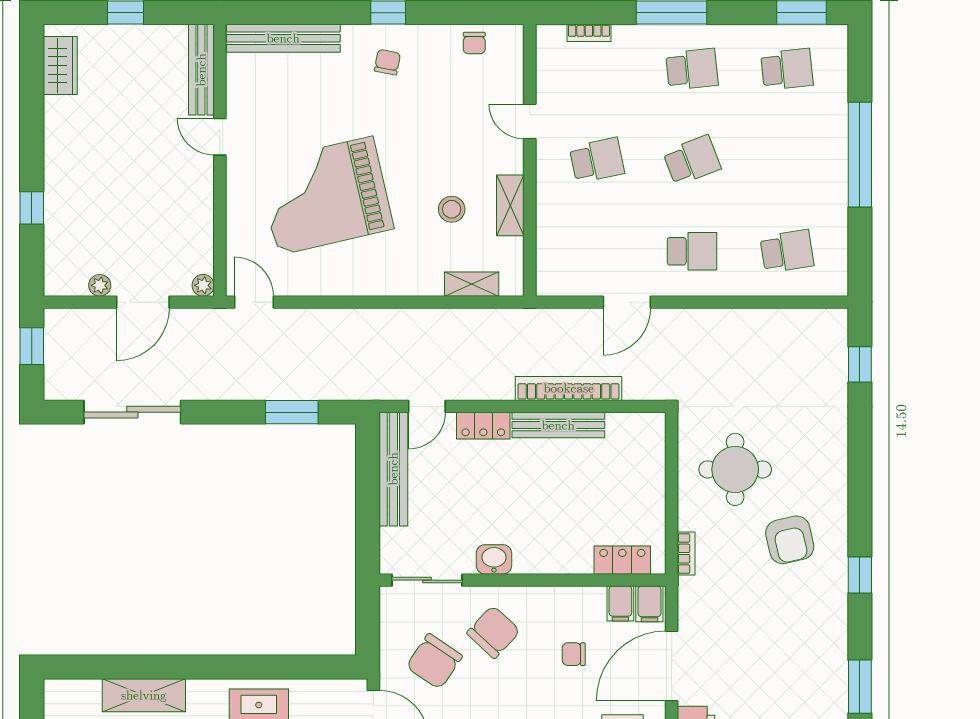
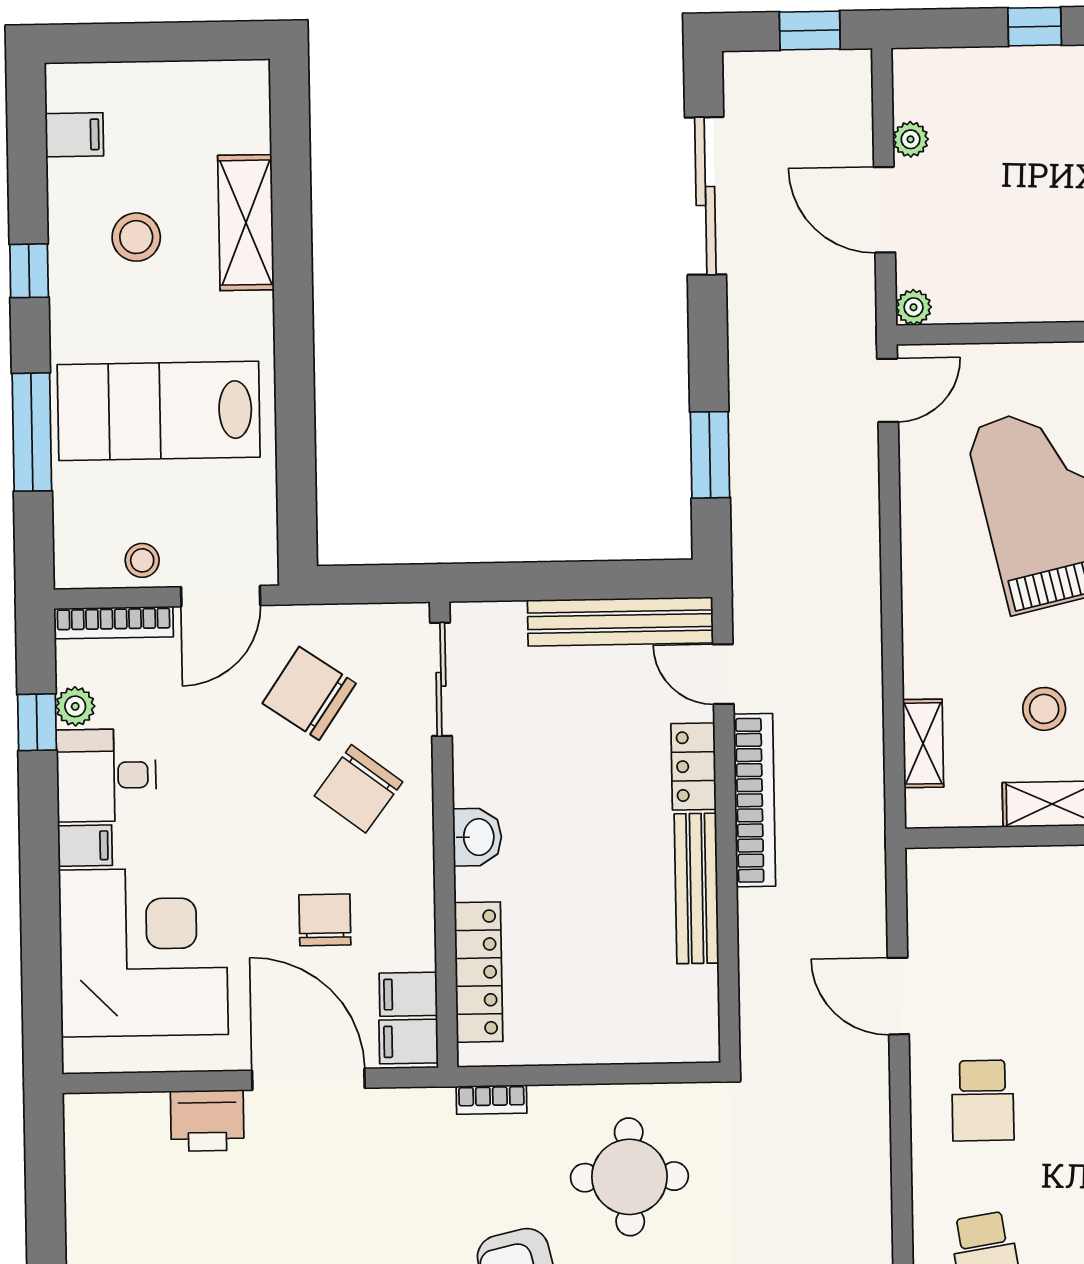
bookcase: (569, 388) -> (754, 800), moved
washbasin: (494, 559) -> (477, 837), moved
locker: (622, 560) -> (479, 972), width x1.53
chair: (493, 632) -> (358, 789), turned 84
chair: (574, 654) -> (325, 920), width x1.37, depth x1.37

